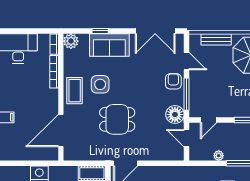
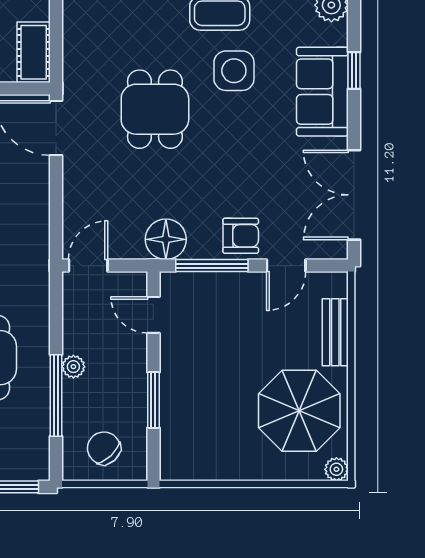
door: (187, 138) -> (88, 266), moved
plant: (219, 156) -> (73, 367), moved

